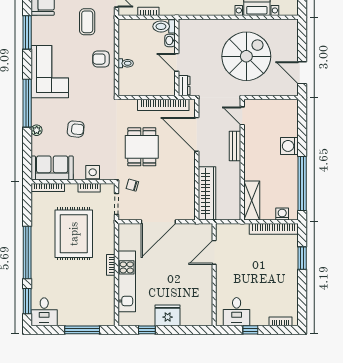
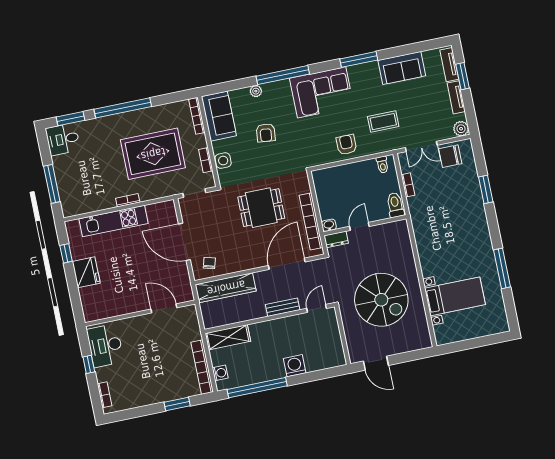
washbasin: (170, 40) -> (329, 225), moved
toilet: (126, 63) -> (382, 165), moved
door: (302, 73) -> (376, 363), swing flipped
chair: (132, 185) -> (209, 263), moved
desk: (237, 312) -> (105, 346), width x1.37

